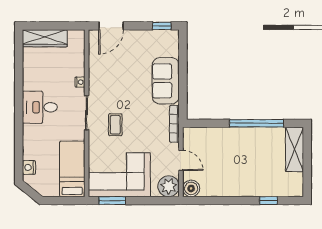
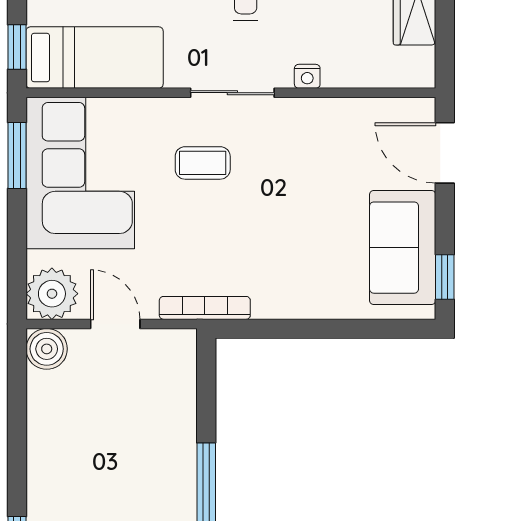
sofa: (166, 81) -> (403, 248), moved, turned -90
door: (181, 160) -> (115, 324), swing flipped
window: (68, 201) -> (17, 47), added

